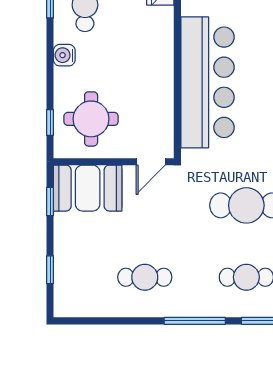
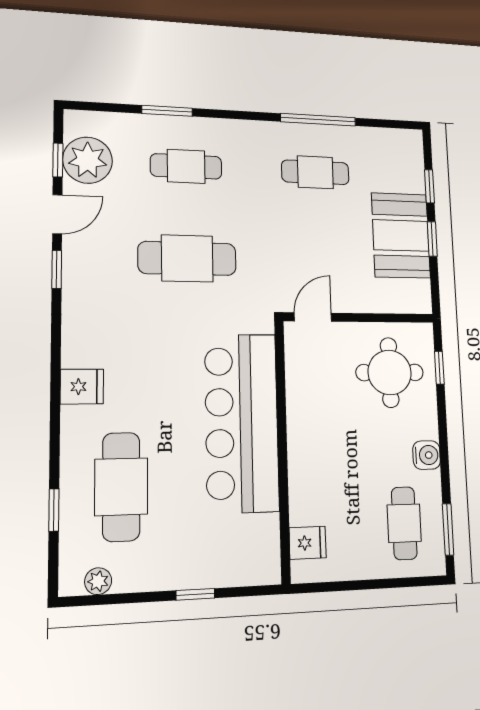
booth: (88, 188) -> (401, 235), moved, turned 90
window: (50, 201) -> (432, 239), moved
window: (195, 321) -> (318, 120), moved

